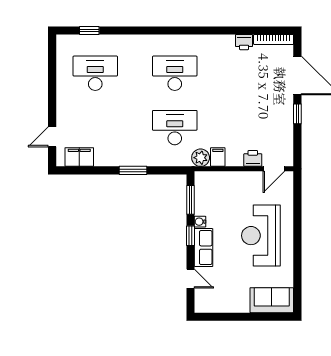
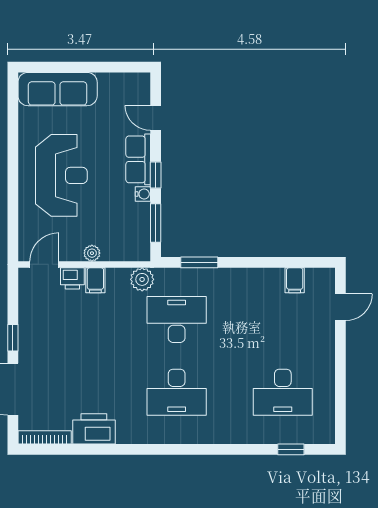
printer: (244, 42) -> (94, 429), width x1.87, depth x1.48
desk: (175, 128) -> (177, 320), turned 180
filing cabinet: (79, 157) -> (295, 280), width x0.50
filing cabinet: (218, 157) -> (95, 280), moved
window: (133, 170) -> (199, 262), moved
plant: (238, 177) -> (92, 253), added
sofa: (272, 300) -> (58, 89), width x1.36

